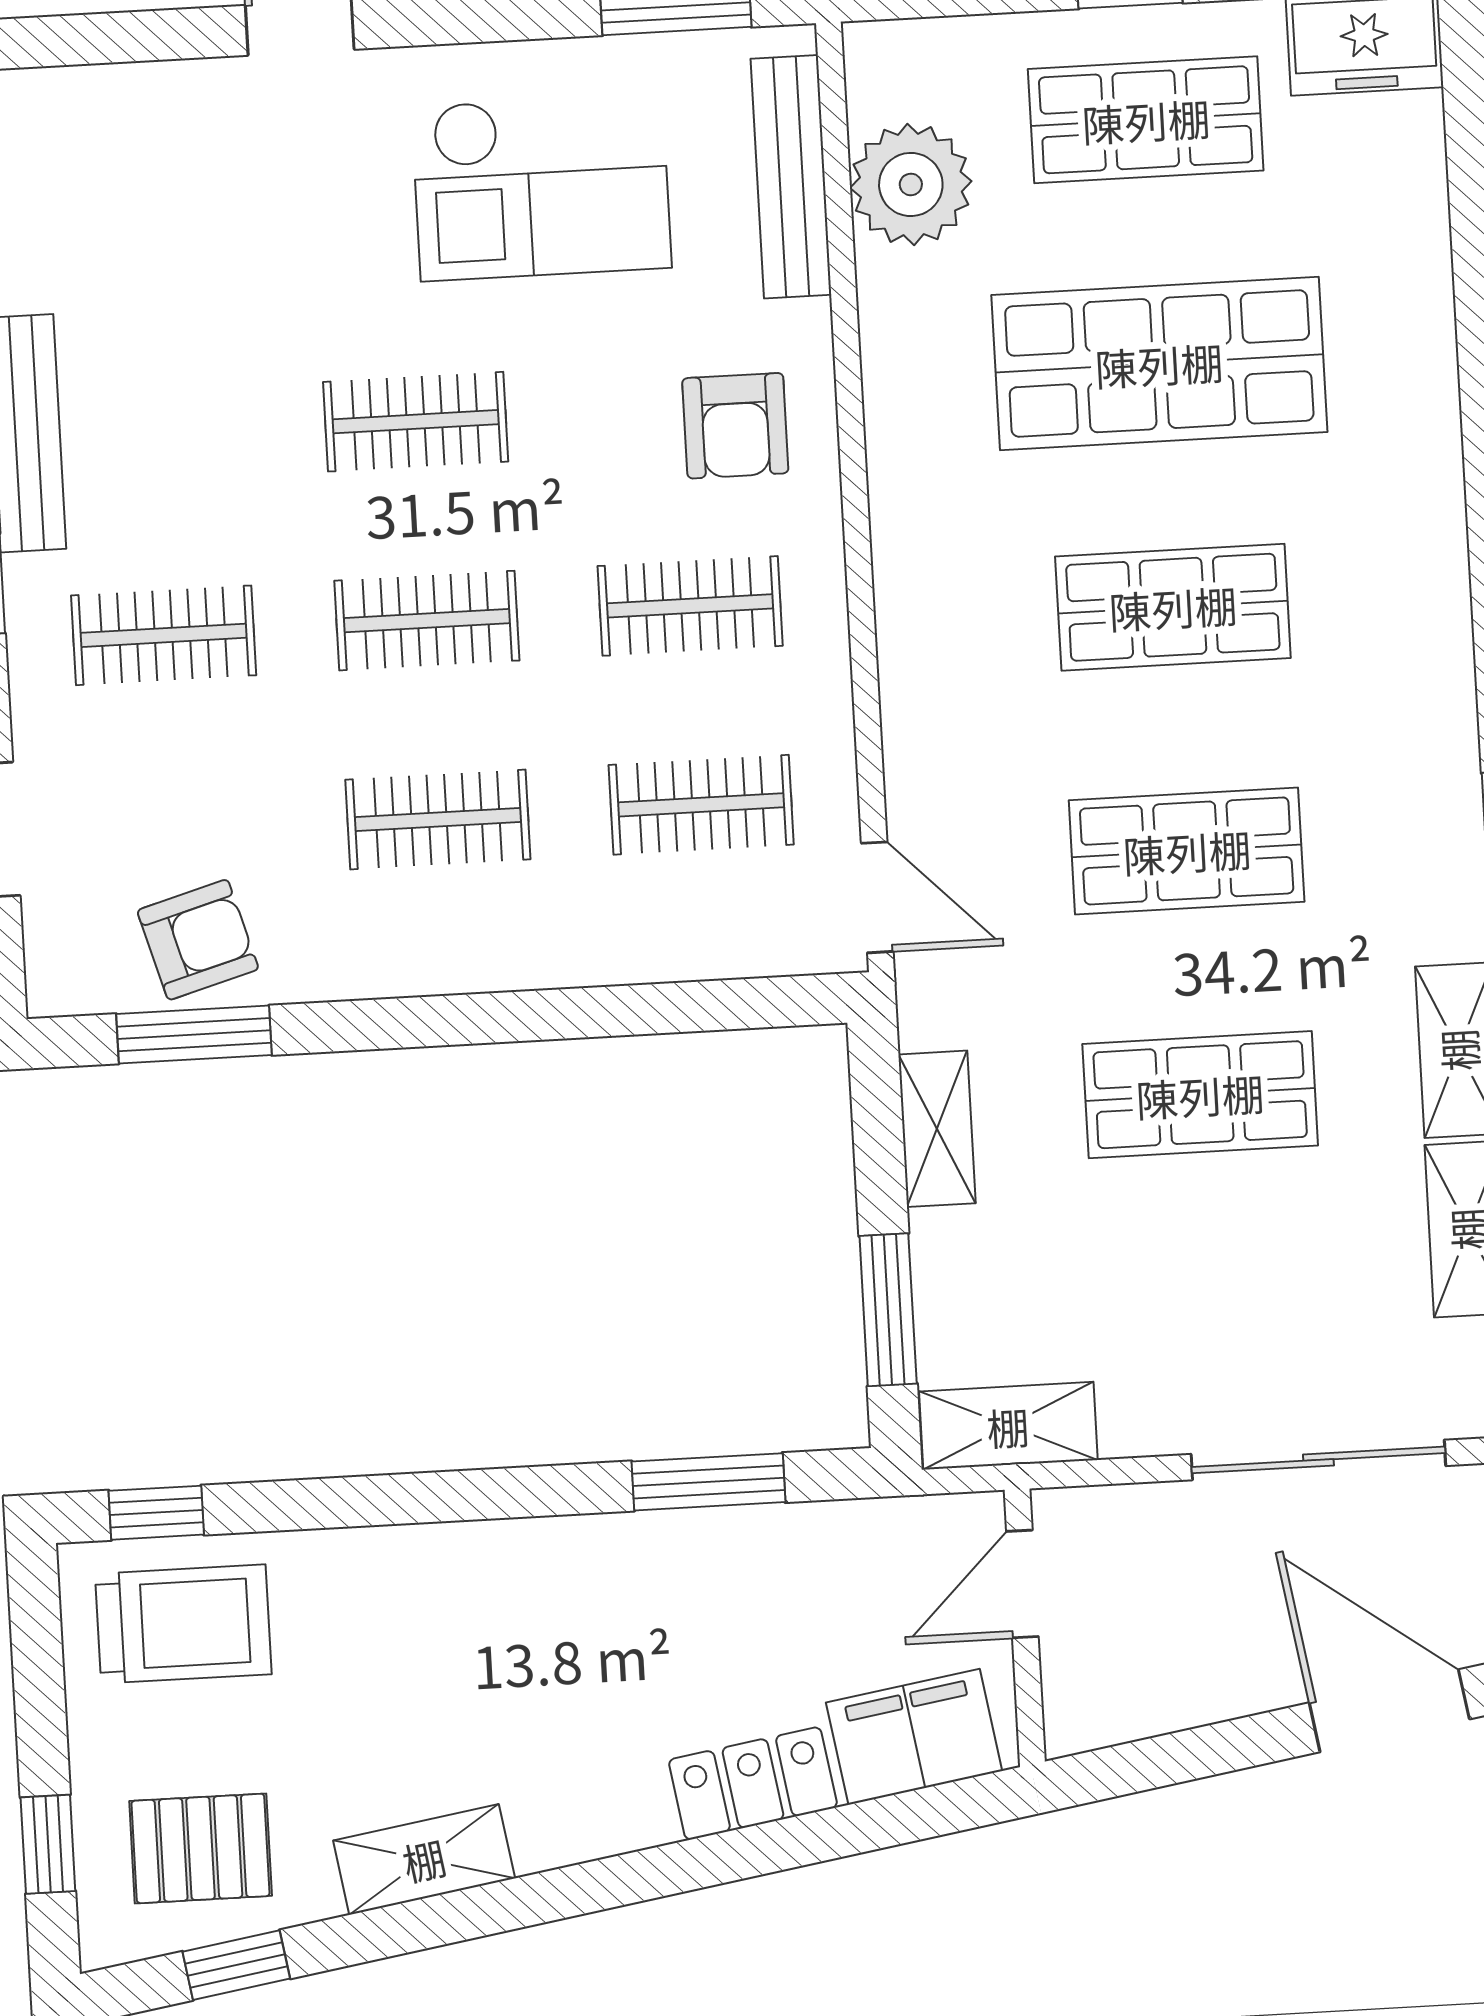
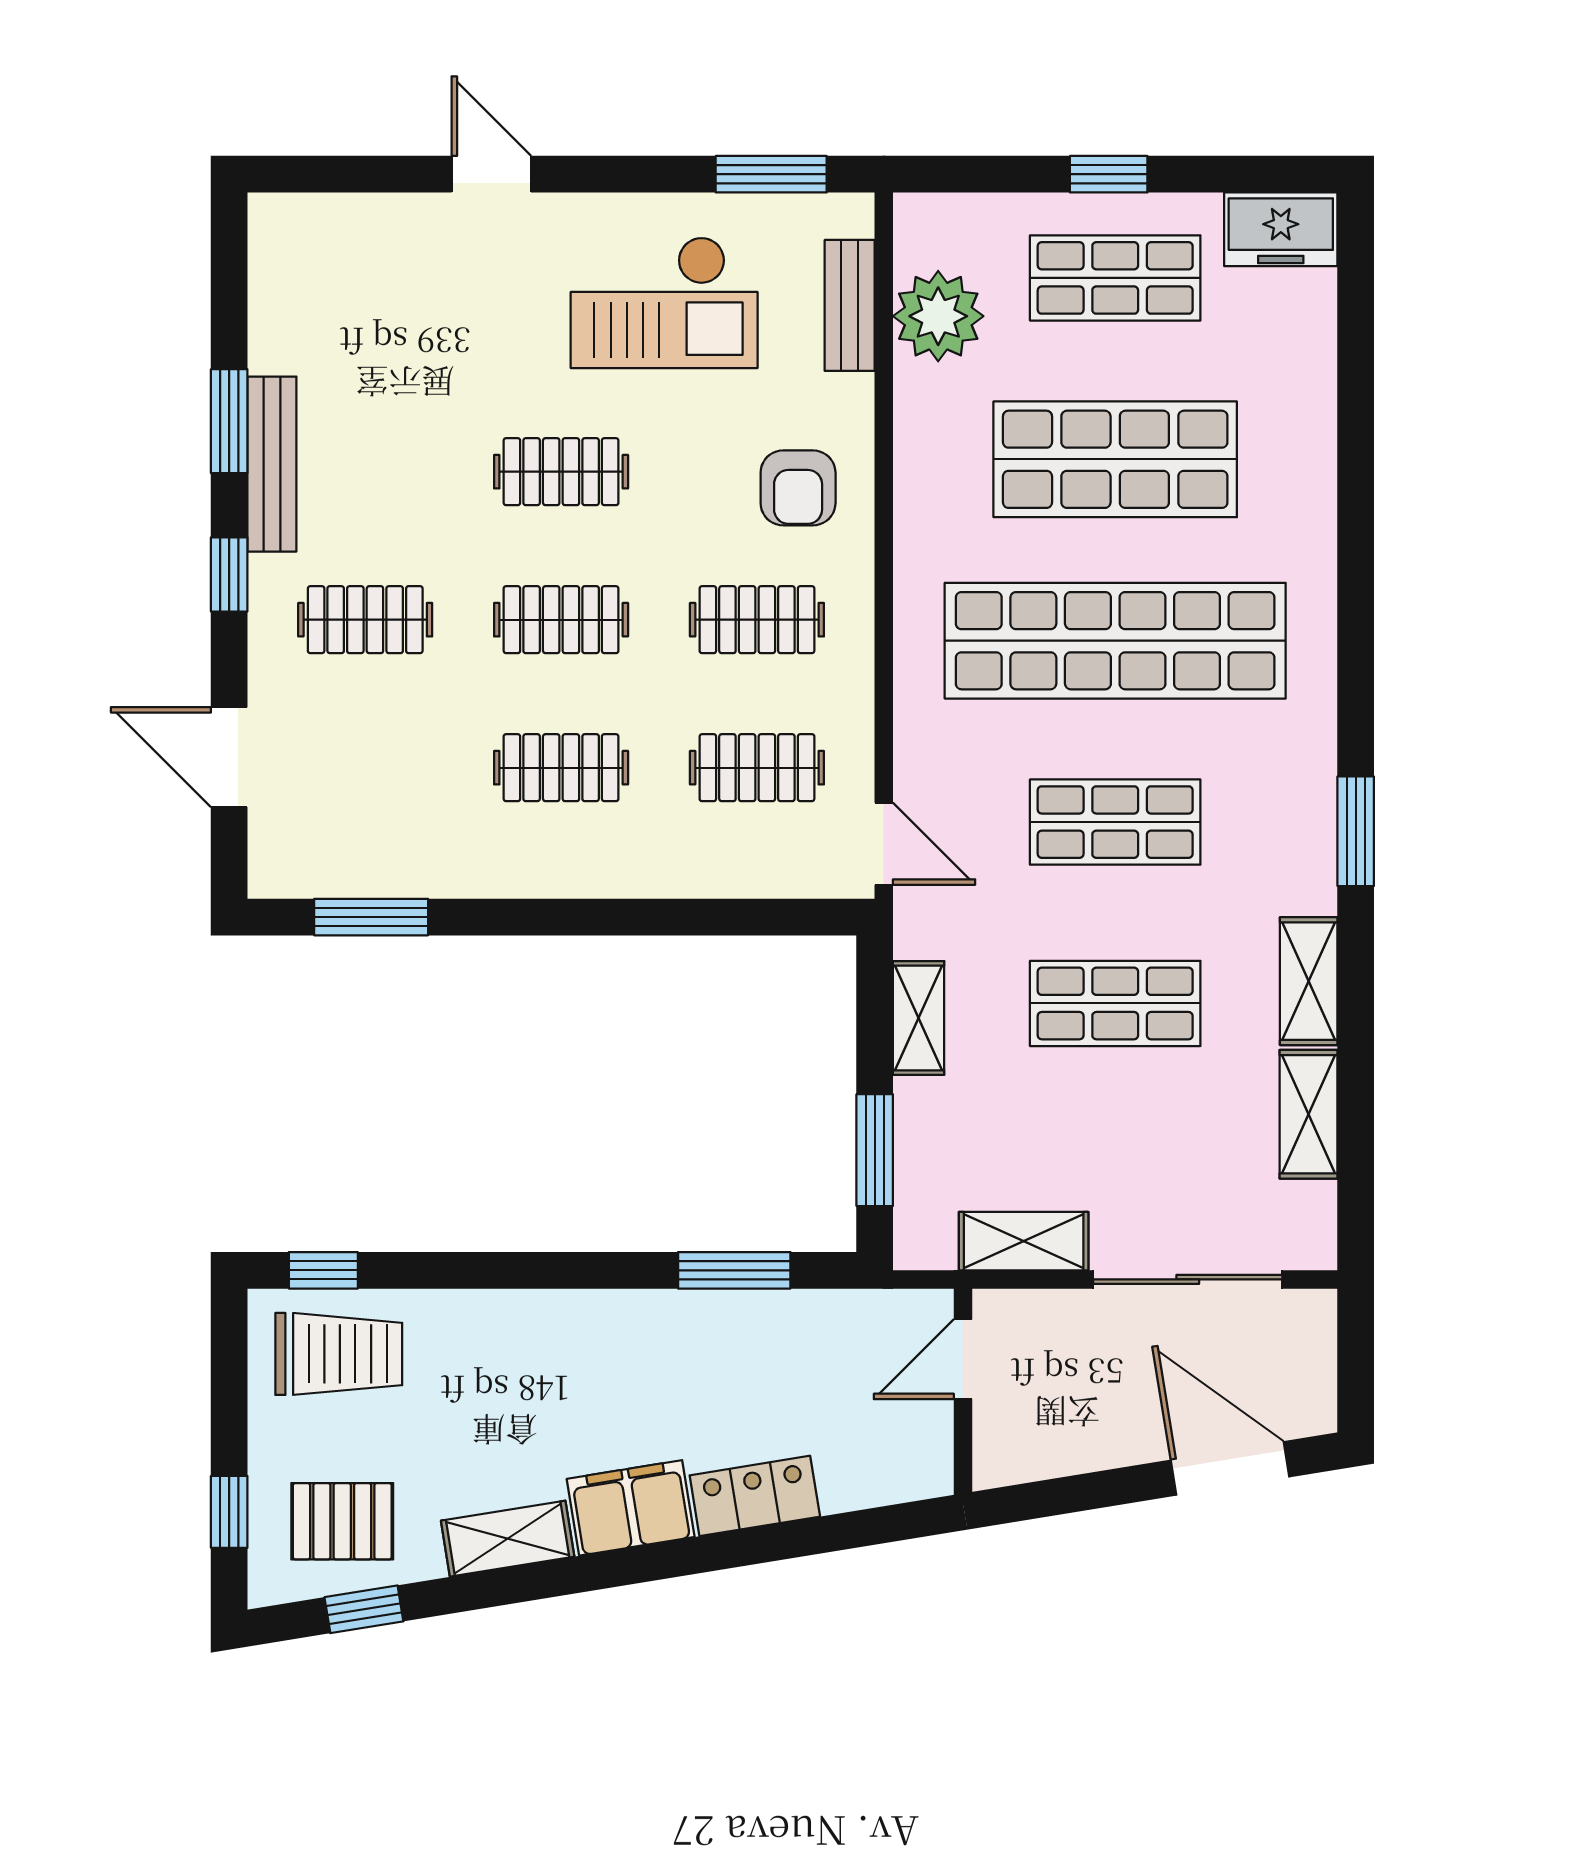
bench: (791, 177) -> (850, 305), width x0.73
shop shelf: (1173, 607) -> (1115, 641), width x2.00, depth x1.36
armchair: (198, 940) -> (378, 847), removed
shelving: (1008, 1426) -> (1024, 1241), moved
filing cabinet: (914, 1737) -> (631, 1508), moved

